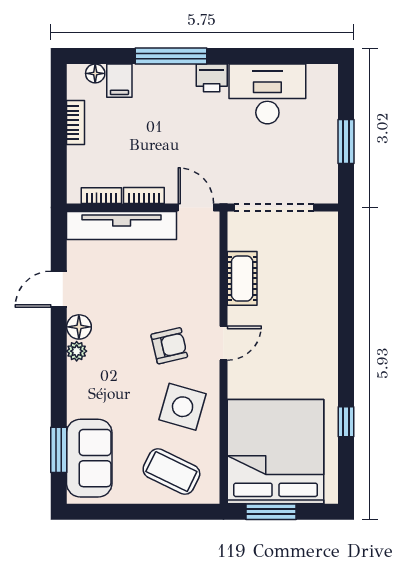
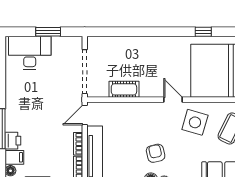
printer: (212, 78) -> (13, 141), moved
desk: (267, 94) -> (30, 53), moved, turned 90
door: (223, 343) -> (173, 100), moved
armchair: (169, 346) -> (156, 153), moved

